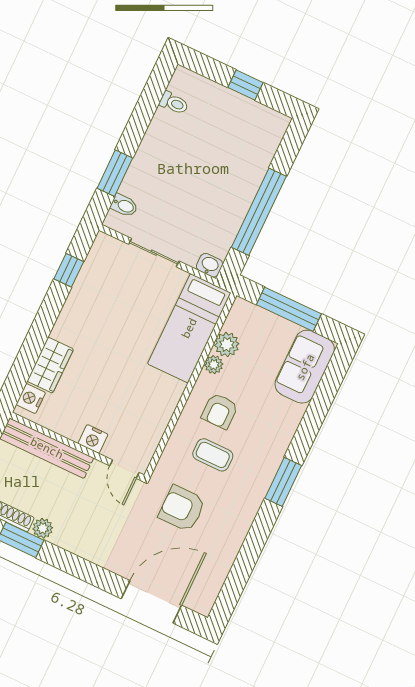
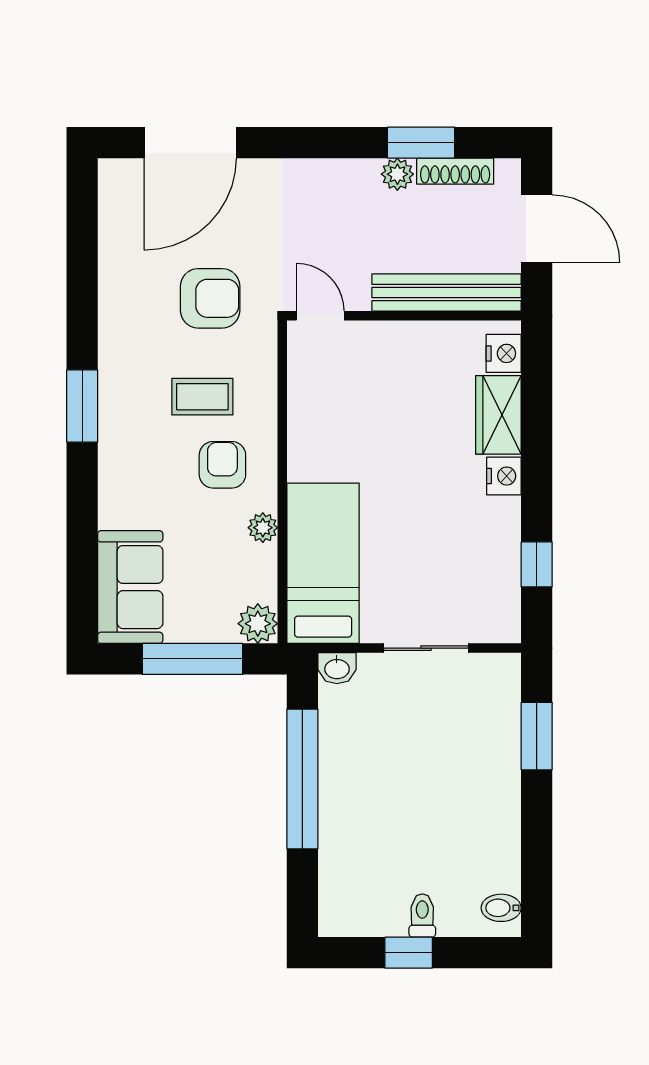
toilet: (174, 103) -> (422, 916), moved, turned 90
bidet: (124, 205) -> (501, 908), moved
plant: (227, 345) -> (258, 624), moved
nightstand: (93, 439) -> (504, 476), moved, turned 90

